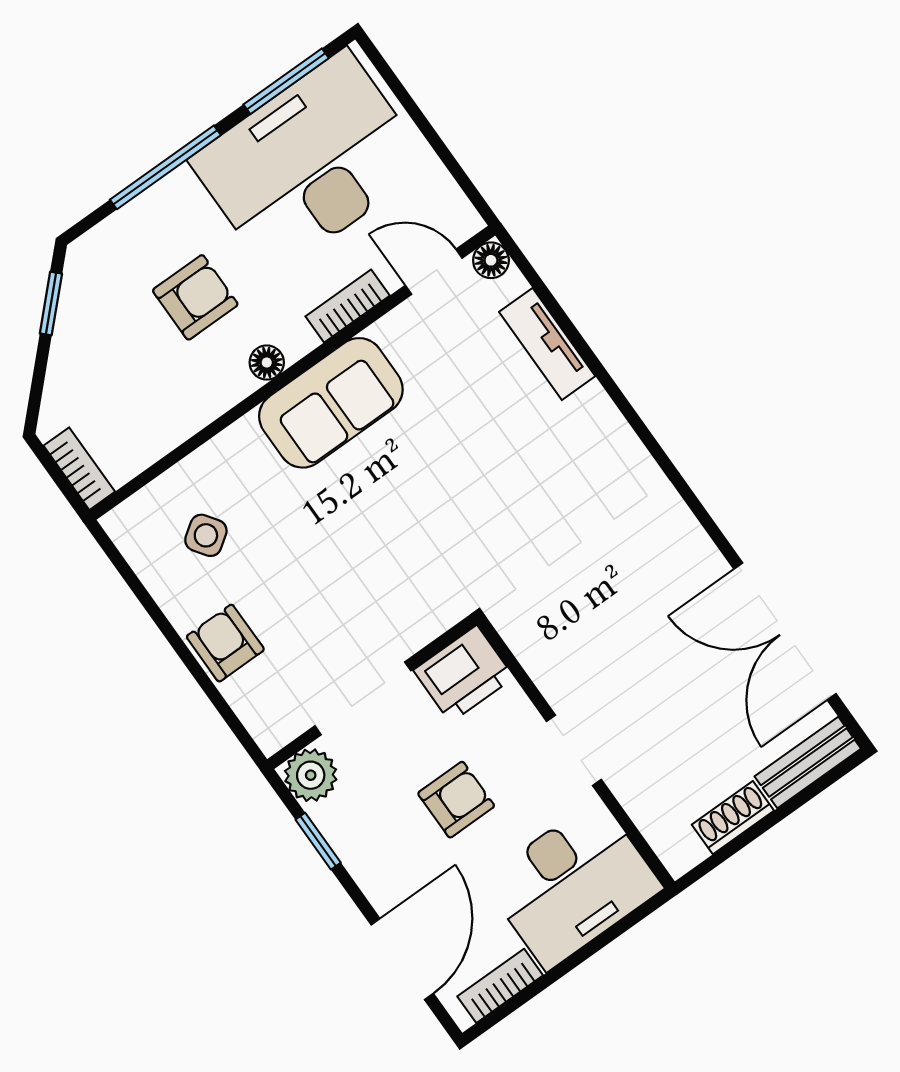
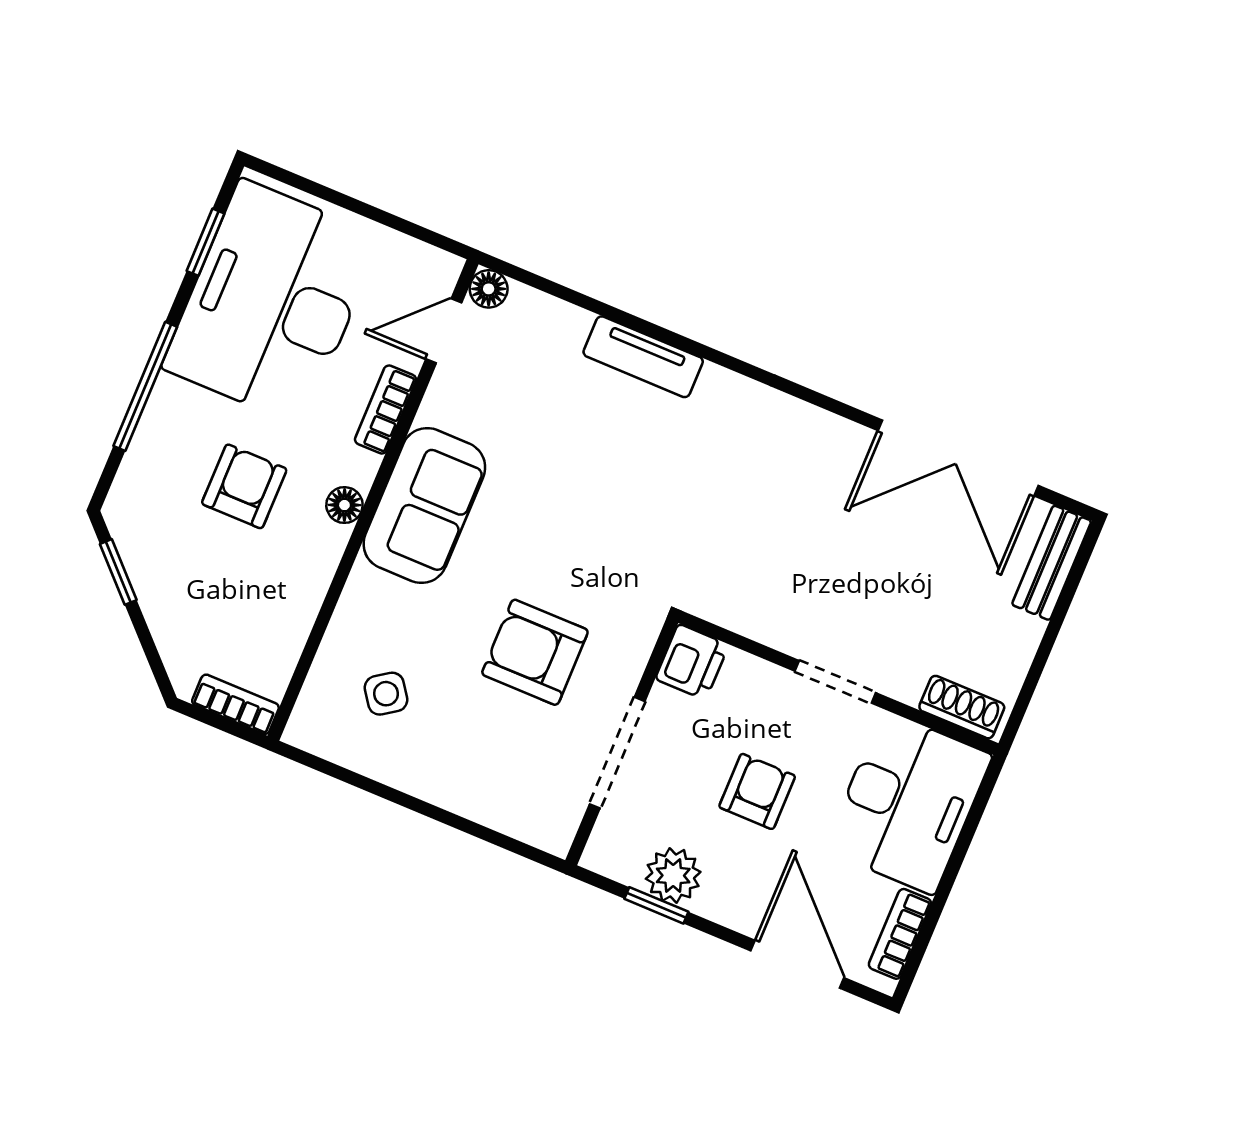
window: (286, 81) -> (206, 242), width x0.67
tv unit: (547, 344) -> (643, 357), moved
armchair: (225, 643) -> (535, 652), moved, width x1.38, depth x1.38
printer: (464, 674) -> (692, 662), width x0.73, depth x0.81
plant: (311, 775) -> (673, 875), moved
shoe rack: (733, 818) -> (962, 707), moved, turned 90

